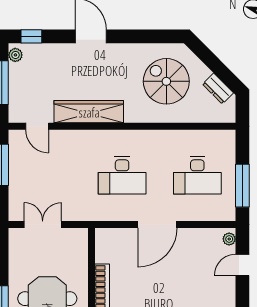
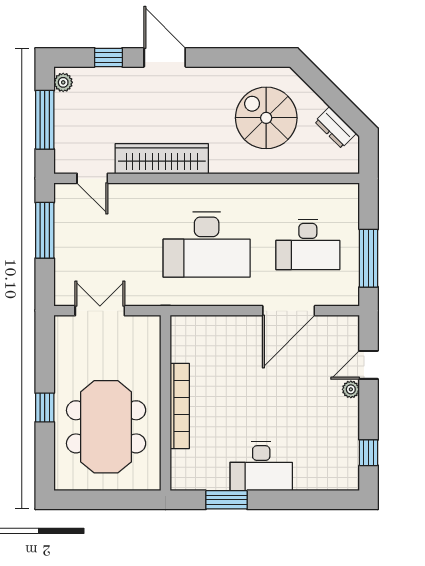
window: (31, 36) -> (108, 57), moved
desk: (122, 175) -> (207, 244), width x1.36, depth x1.30
door: (157, 225) -> (289, 311), moved
plant: (229, 239) -> (351, 389), moved

